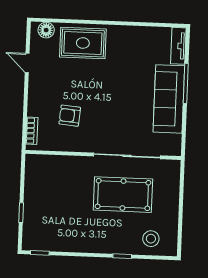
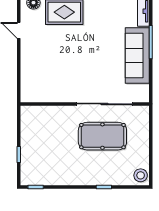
armchair: (70, 116) -> (56, 73), removed
bookcase: (32, 131) -> (25, 86), removed
stool: (151, 239) -> (141, 175), moved

